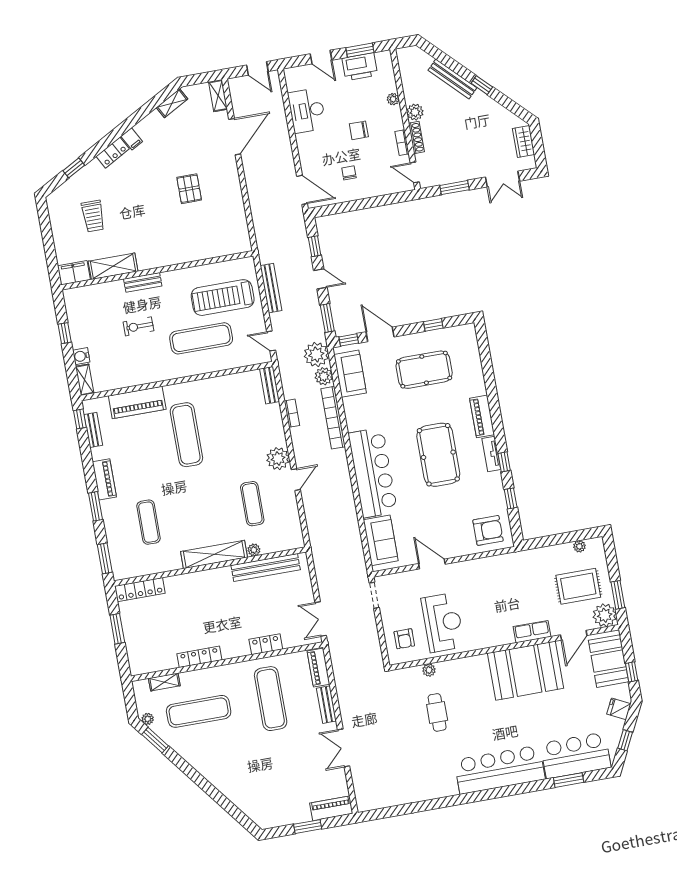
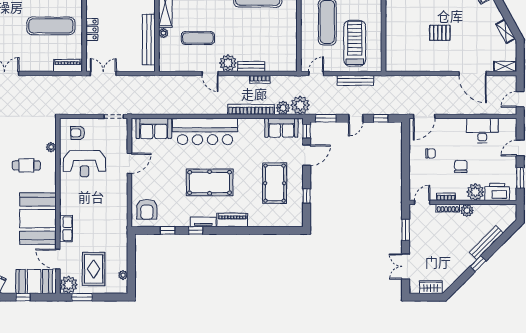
printer: (360, 67) -> (497, 192), moved, turned 90
plant: (393, 99) -> (475, 192), width x1.88, depth x1.88
bench: (270, 385) -> (251, 66), moved
bench: (326, 705) -> (39, 66), removed
cafe table: (437, 712) -> (26, 165), moved

